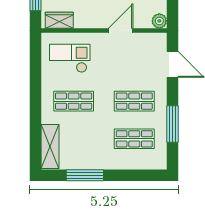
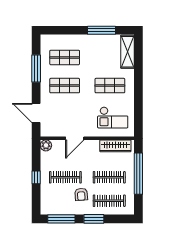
wardrobe: (59, 20) -> (115, 146), width x1.50

